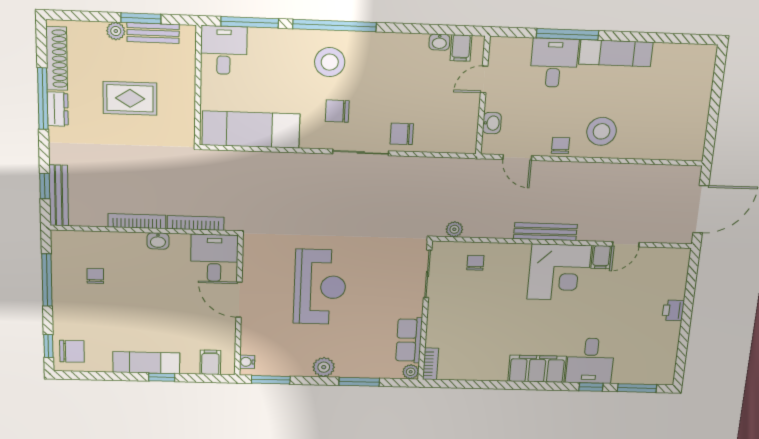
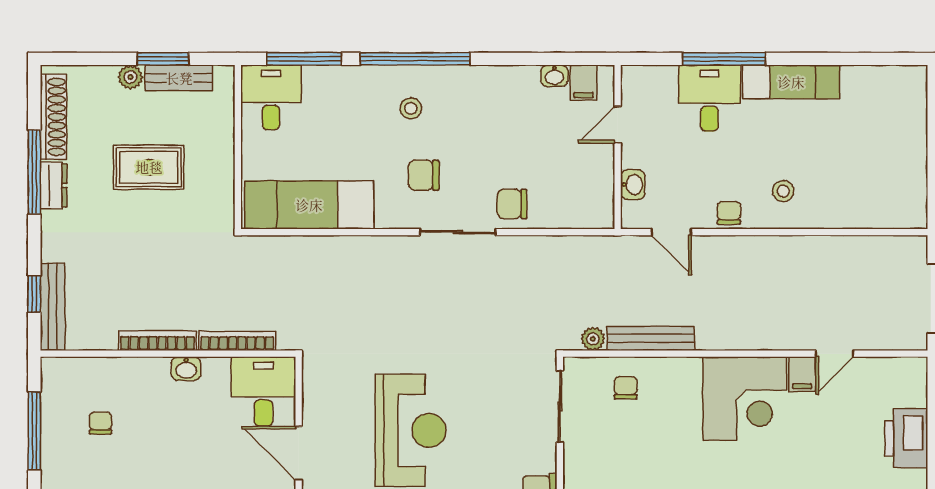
stool: (330, 62) -> (411, 108), width x0.53, depth x0.53
stool: (602, 131) -> (783, 191), width x0.53, depth x0.53
bench: (545, 232) -> (651, 338), moved
printer: (673, 310) -> (906, 438), width x1.87, depth x1.48

